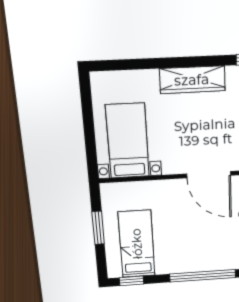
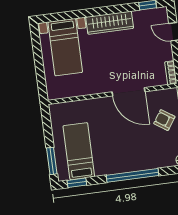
bed with nightstands: (128, 141) -> (65, 47), moved, turned 180
window: (98, 228) -> (52, 161), moved

